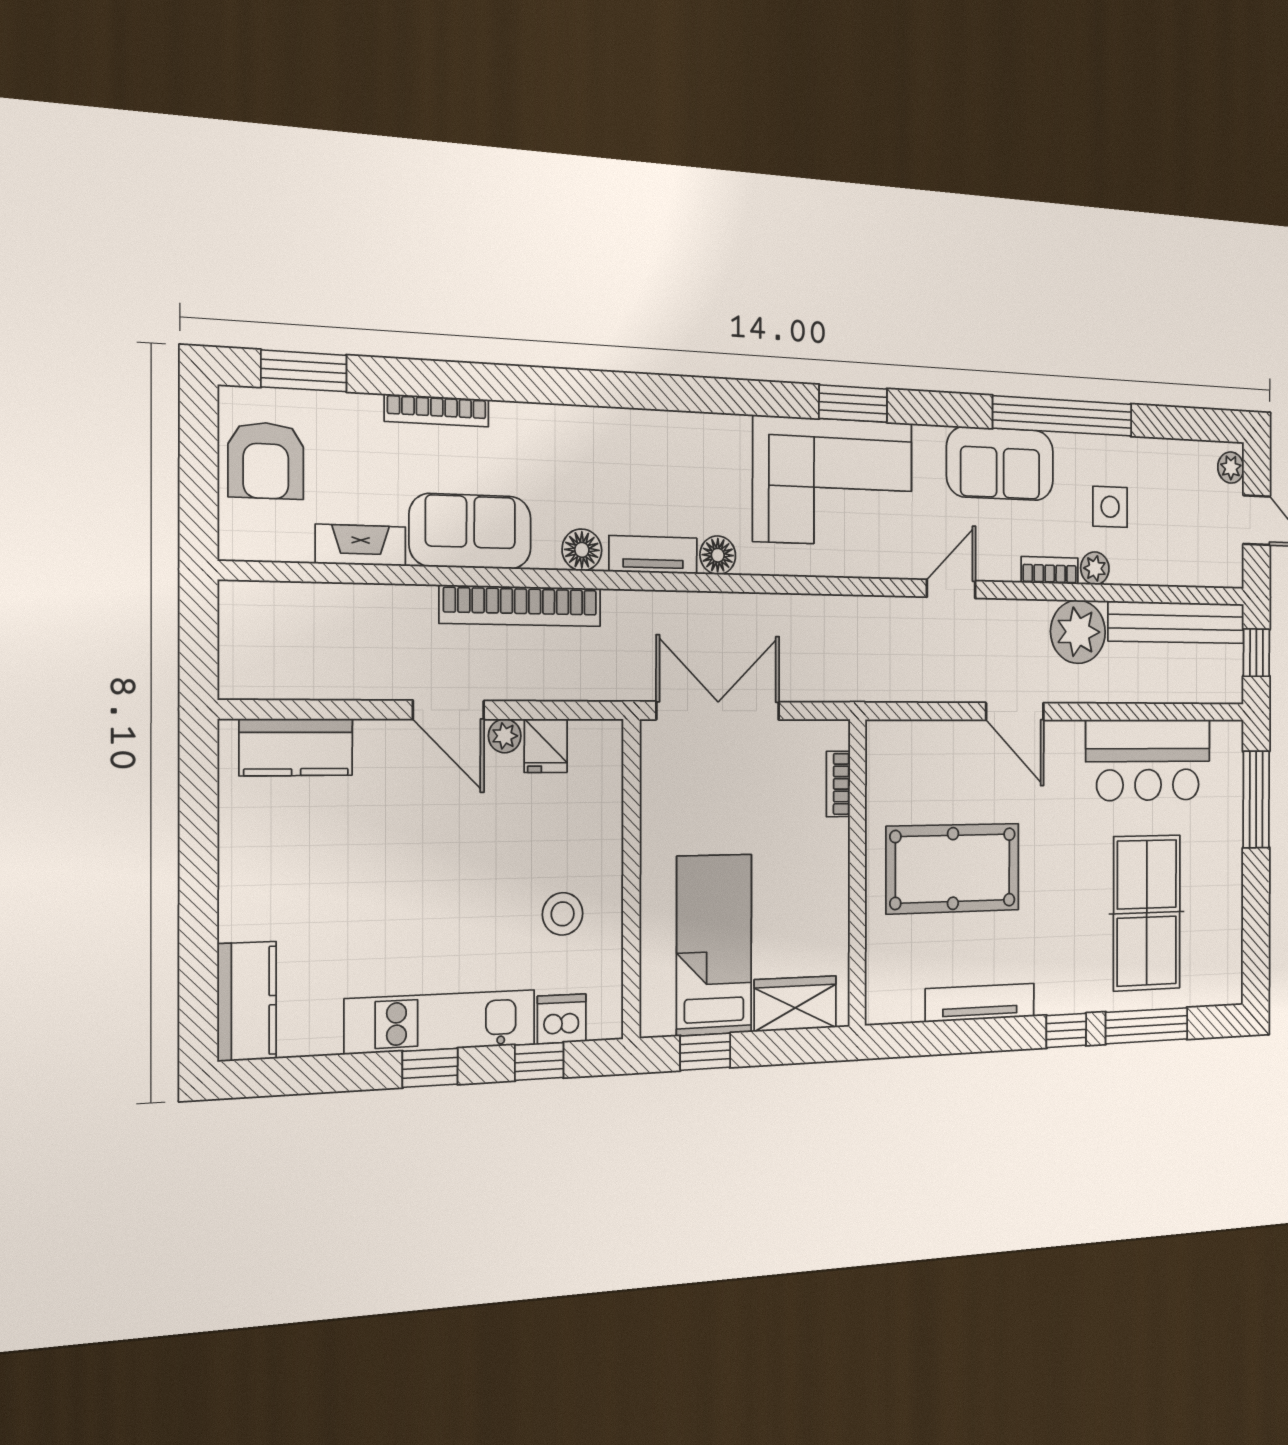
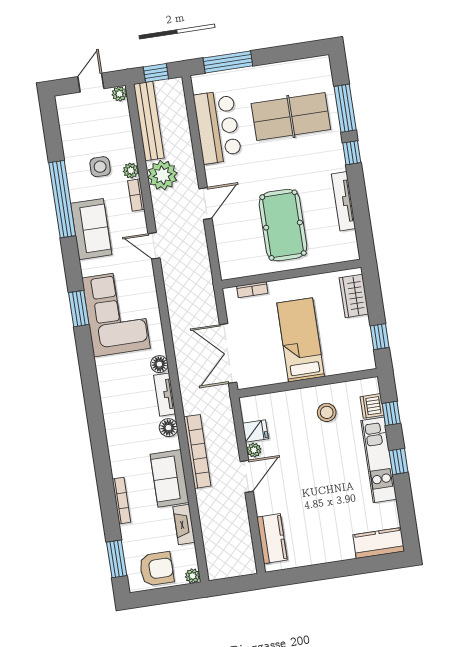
plant: (1231, 468) -> (119, 94), moved
plant: (236, 543) -> (193, 576), added
bed: (714, 945) -> (301, 340), moved, turned 90

